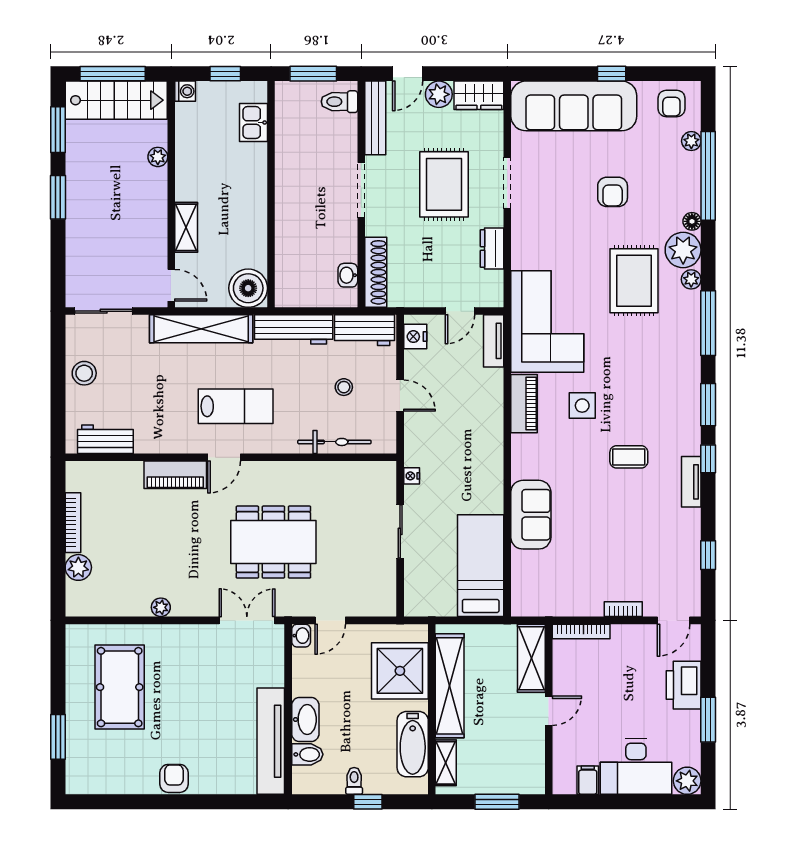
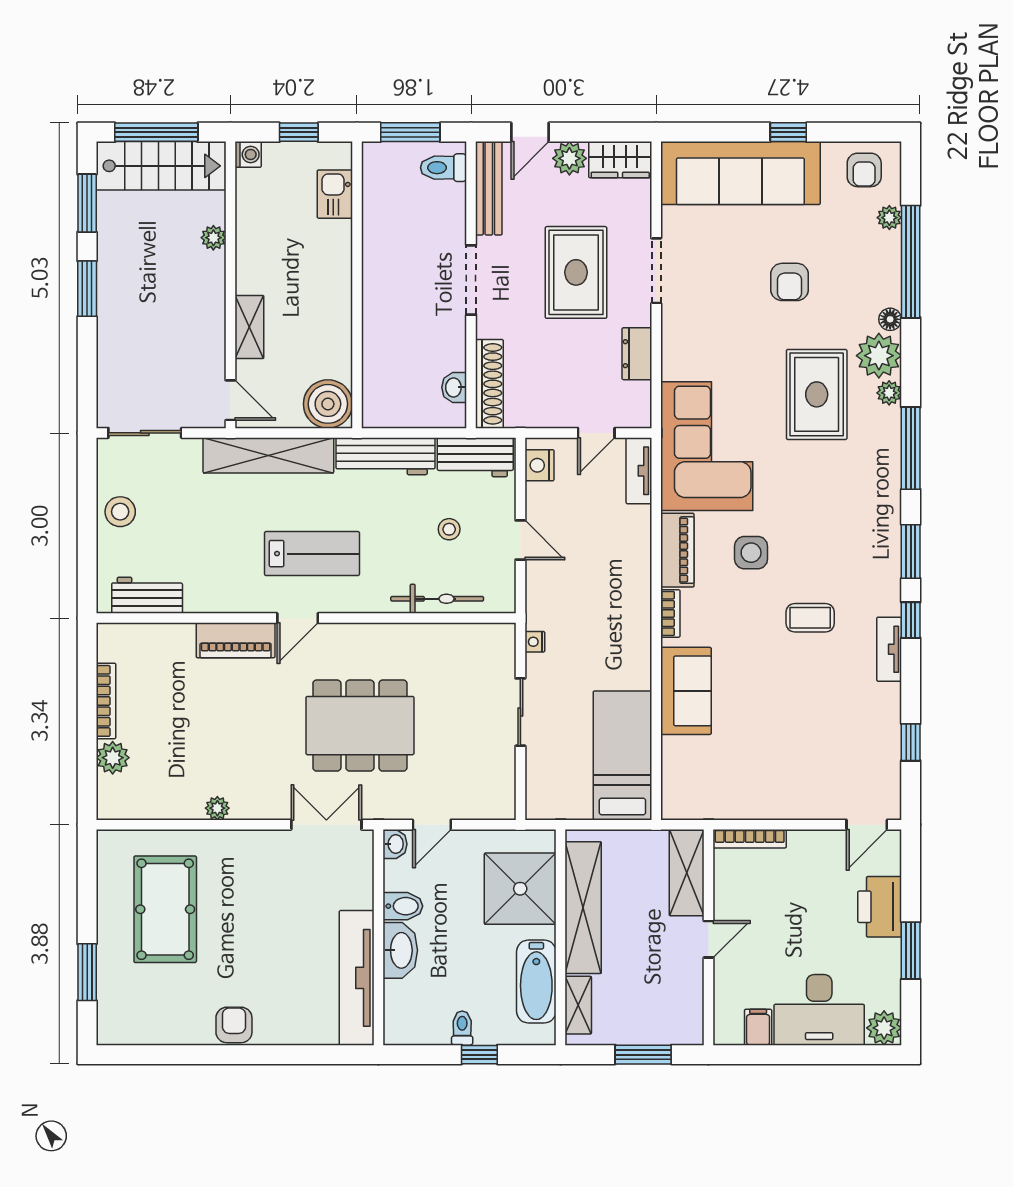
bookcase: (623, 609) -> (670, 613), moved, turned 90
bidet: (307, 754) -> (403, 906), moved

